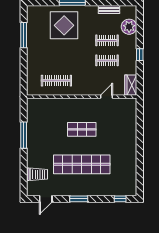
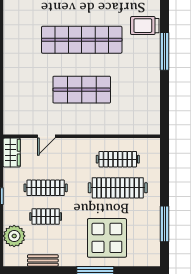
clothes rail: (56, 60) -> (118, 188), added
clothes rail: (107, 60) -> (46, 188), width x1.36
shop shelf: (82, 129) -> (82, 90), width x1.43, depth x1.36
window: (24, 135) -> (164, 51), moved

